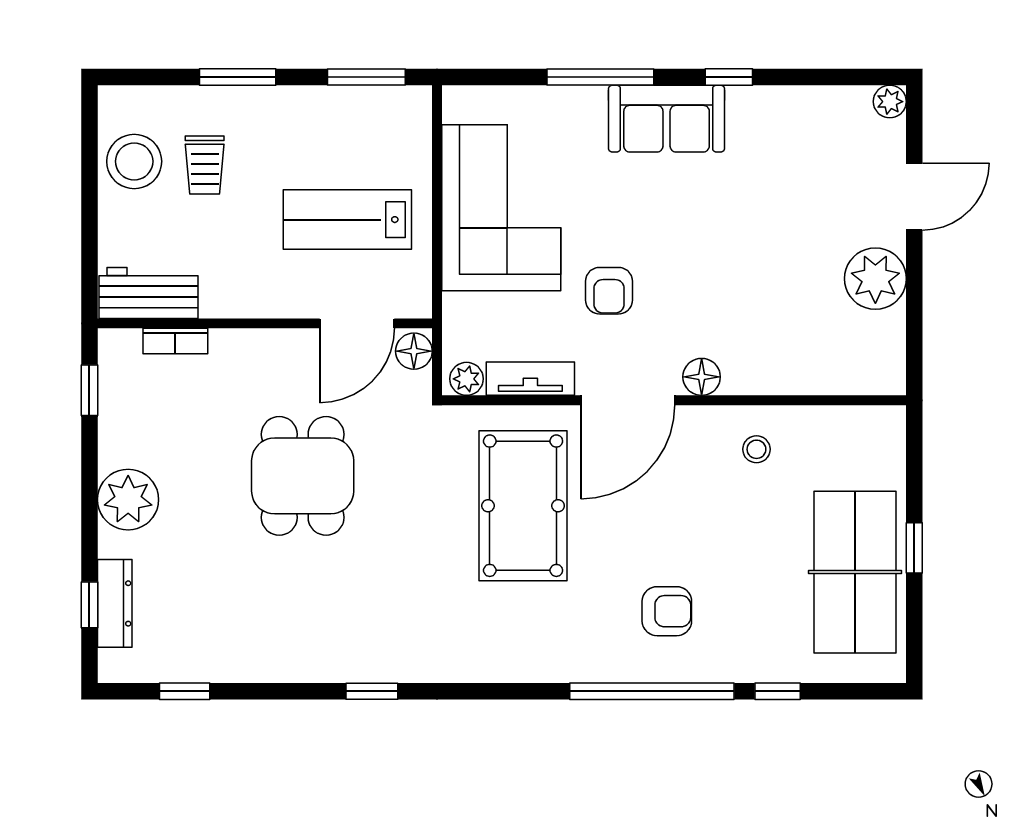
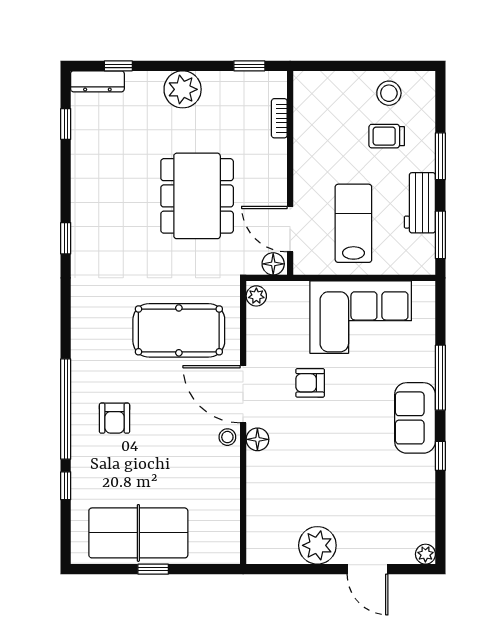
stool: (134, 161) -> (389, 93), width x0.73, depth x0.73
workbench: (149, 293) -> (420, 203), moved, turned 180
tv unit: (530, 379) -> (256, 335), removed
stool: (756, 449) -> (227, 437), moved
dining table: (303, 476) -> (197, 196), width x1.38
dresser: (115, 603) -> (97, 81), moved

